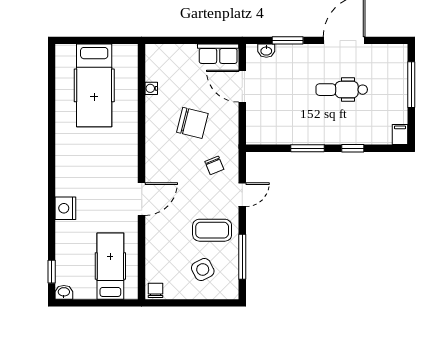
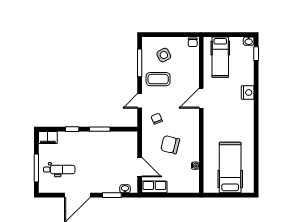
dental chair: (342, 90) -> (59, 170), moved
filing cabinet: (400, 135) -> (48, 138), width x2.00

